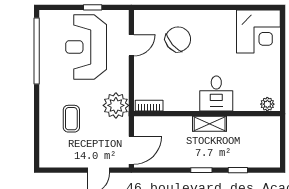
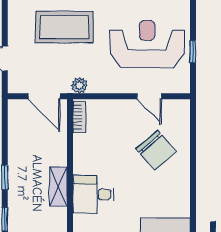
plant: (116, 105) -> (80, 85), width x0.53, depth x0.53
coffee table: (71, 119) -> (64, 27), width x1.86, depth x1.72
door: (131, 150) -> (44, 96), moved

